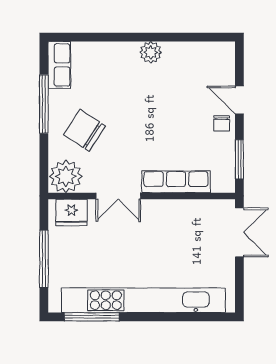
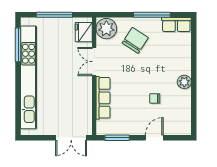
chair: (222, 123) -> (155, 98), moved

